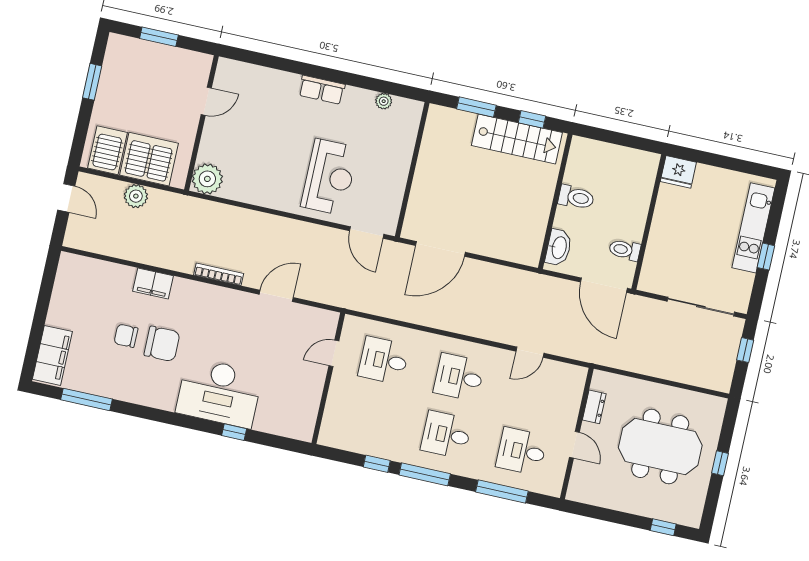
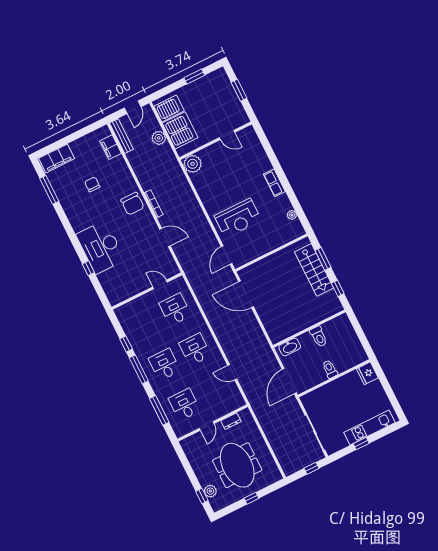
stairs: (517, 139) -> (314, 270), moved
bench: (93, 244) -> (121, 136), added
toilet: (625, 250) -> (330, 369), moved
filing cabinet: (153, 283) -> (111, 147), moved
chair: (162, 344) -> (132, 204), moved
plant: (666, 511) -> (210, 491), added

